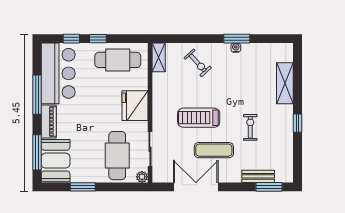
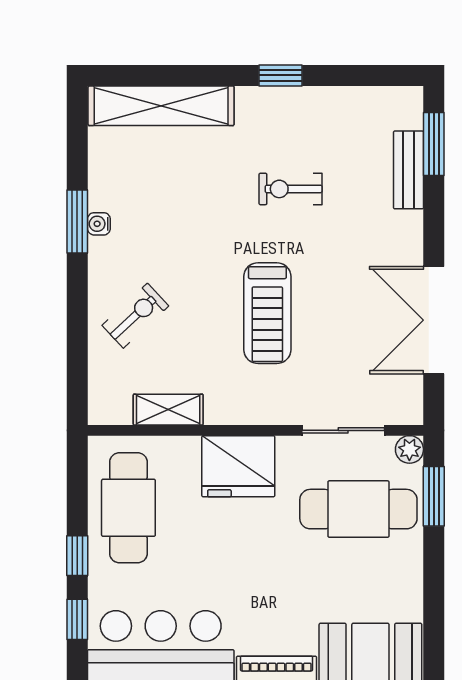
shelving: (159, 57) -> (168, 410), moved
shelving: (285, 83) -> (161, 106), width x1.47
exercise mat: (214, 150) -> (345, 277), removed
window: (83, 187) -> (434, 496), moved

